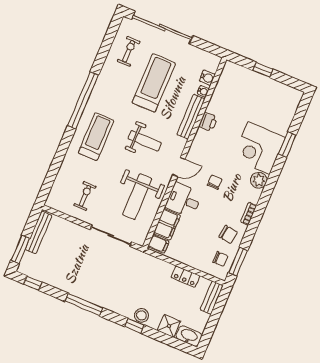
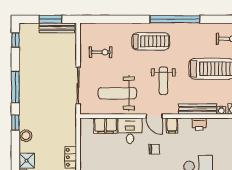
filing cabinet: (158, 244) -> (172, 126), moved
window: (20, 249) -> (50, 19), moved
window: (134, 326) -> (15, 123), moved

